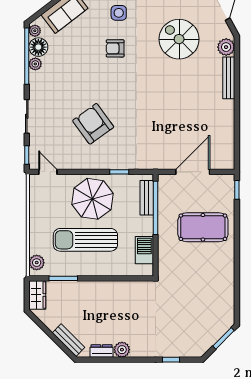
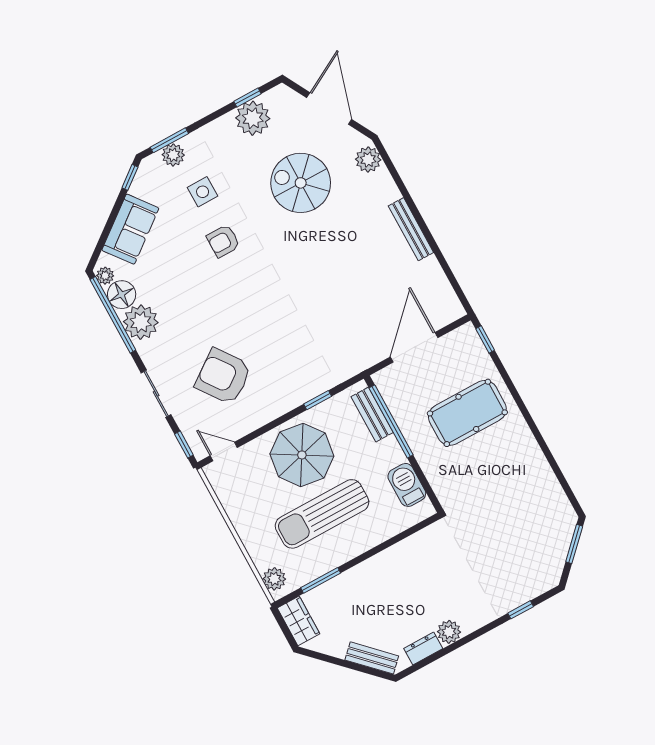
plant: (35, 64) -> (141, 322), width x1.88, depth x1.88
bench: (229, 78) -> (411, 229), moved
armchair: (93, 124) -> (223, 376), moved

